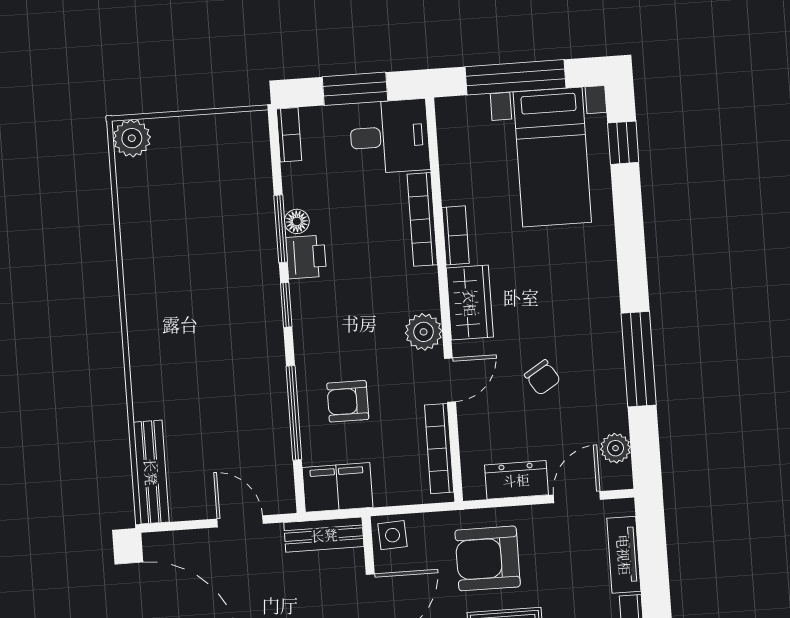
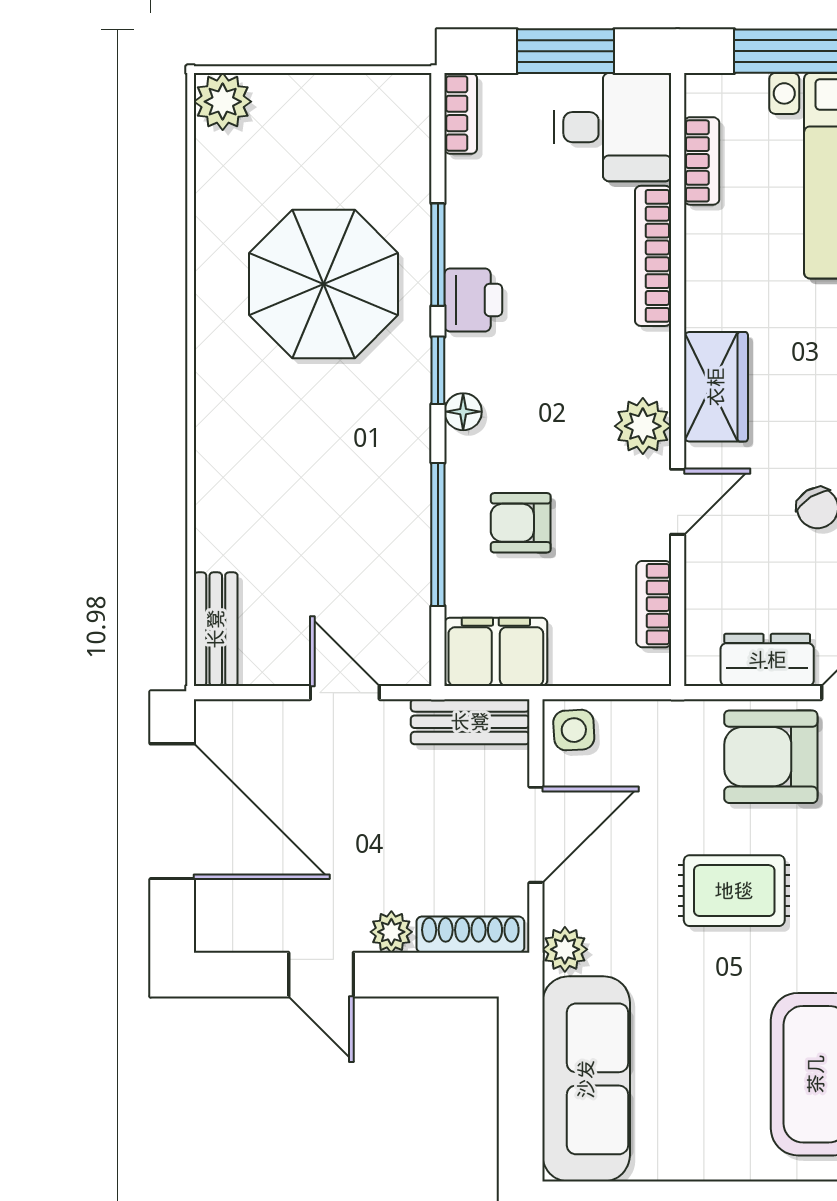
floor lamp: (297, 221) -> (463, 412), moved
bookcase: (456, 235) -> (702, 161), moved
parasol: (207, 253) -> (324, 284), added
bookcase: (439, 449) -> (654, 604), width x0.64
bench: (151, 472) -> (216, 629), width x0.73
armchair: (488, 558) -> (771, 757), moved

